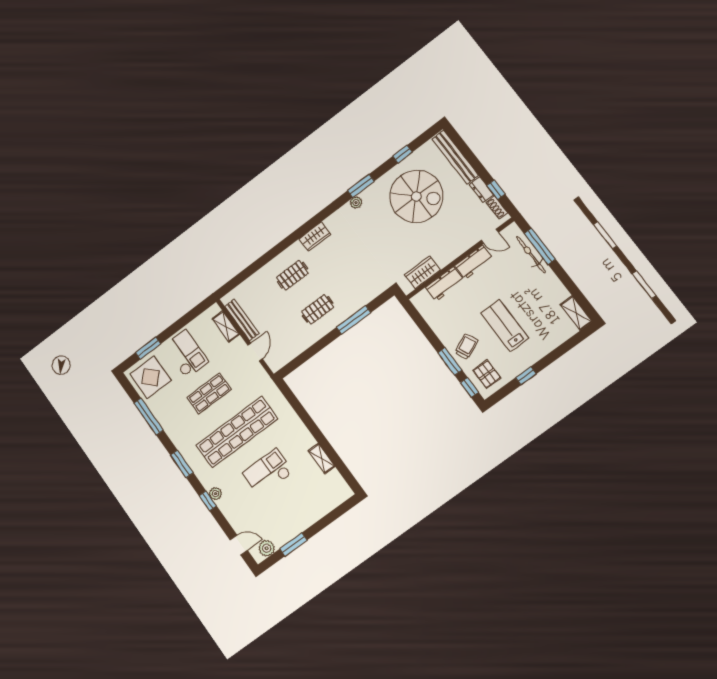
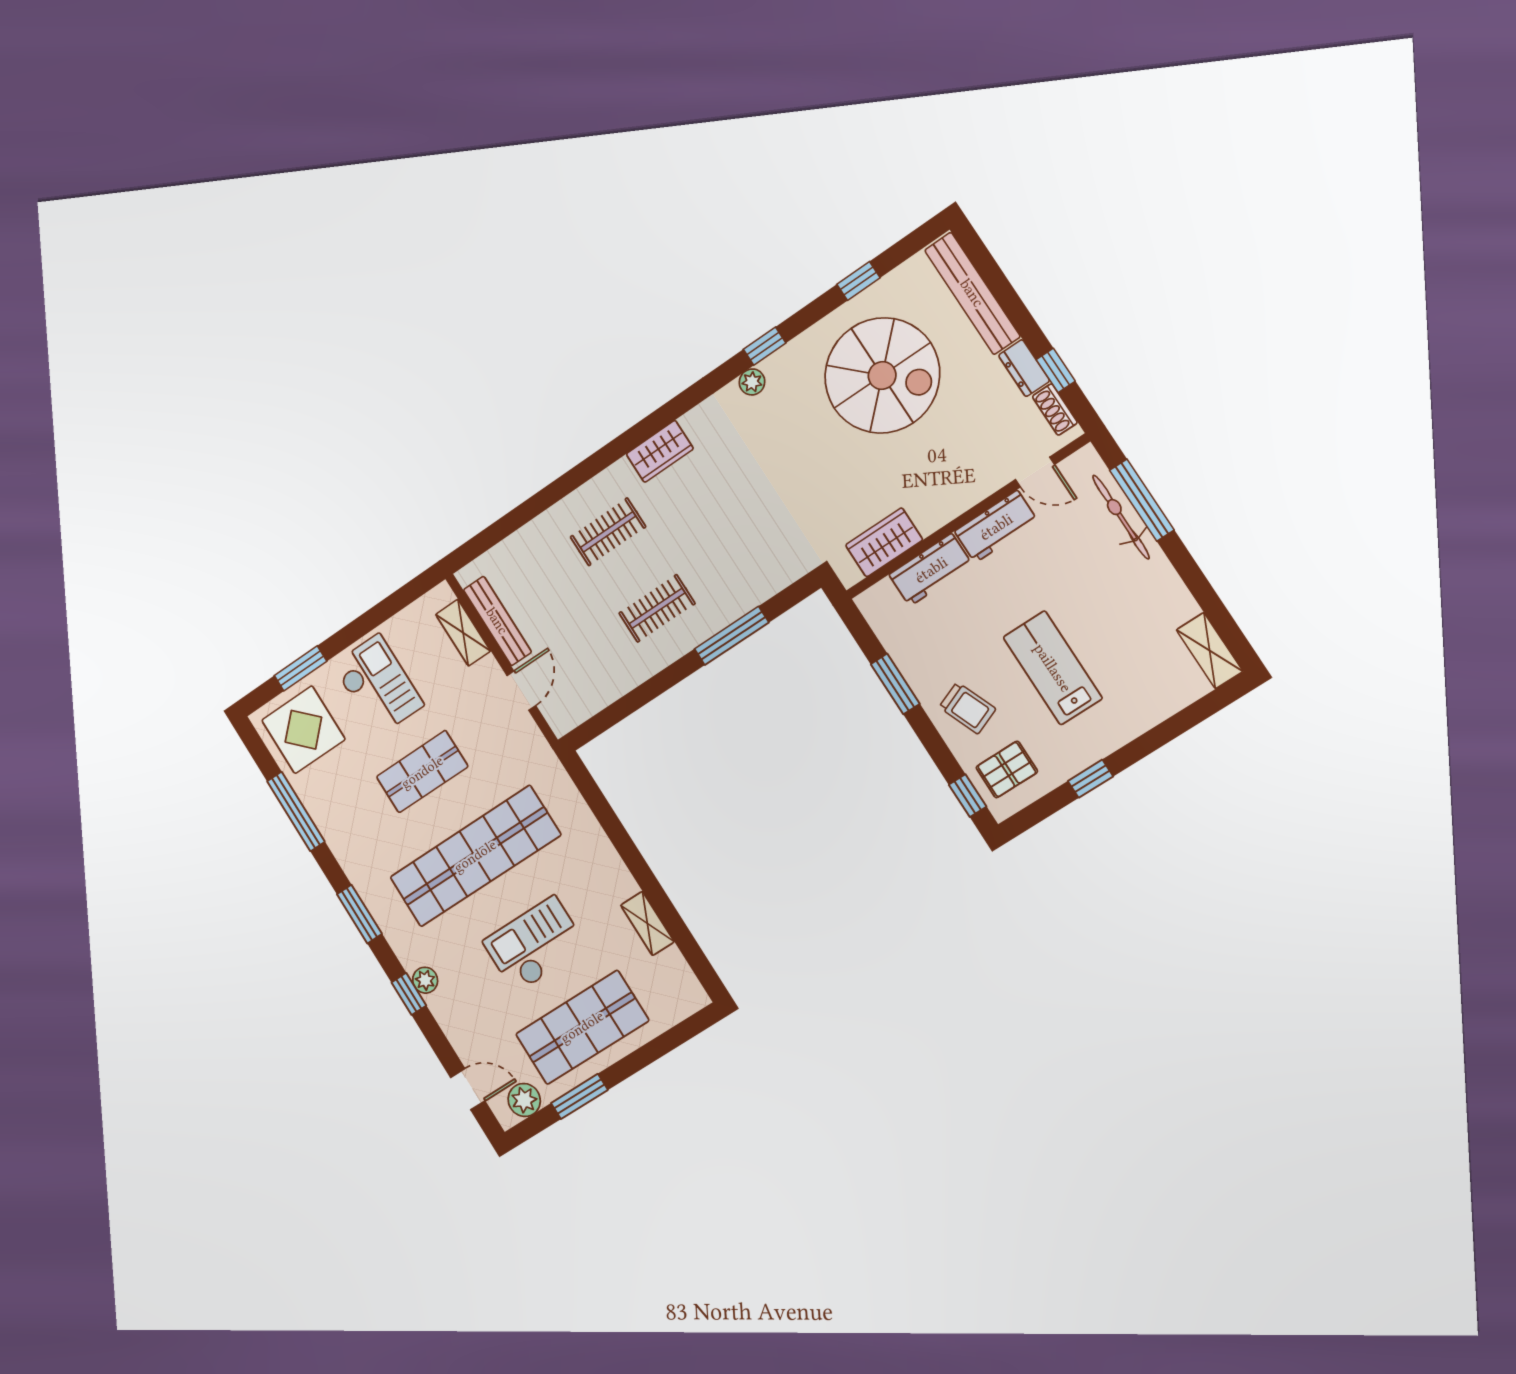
window: (361, 186) -> (764, 346), width x0.67
trolley: (466, 347) -> (967, 708), turned 93
window: (450, 361) -> (895, 684), moved
pallet: (487, 374) -> (1007, 769), turned 90
shop shelf: (293, 511) -> (582, 1027), added

